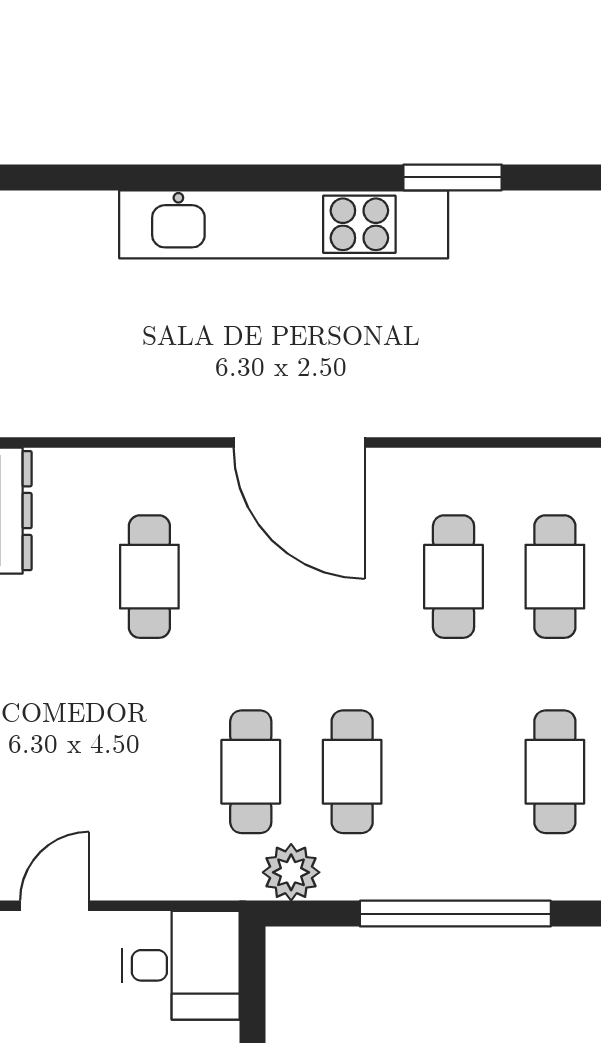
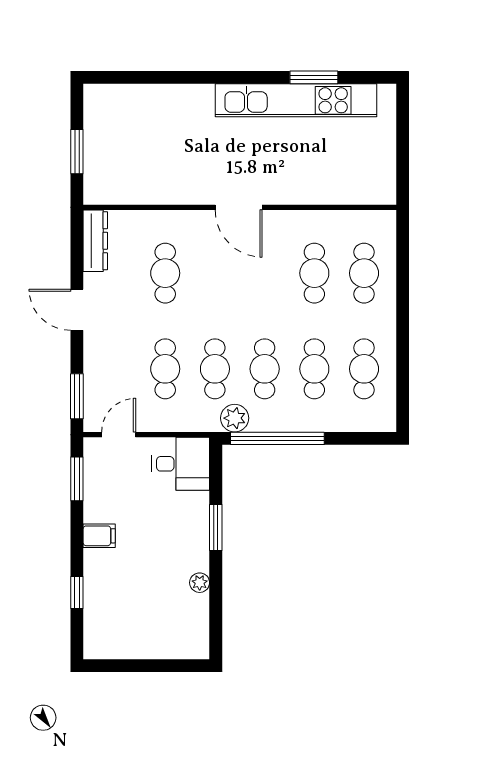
kitchen unit: (284, 224) -> (296, 100), moved
door: (299, 443) -> (239, 207), width x0.73
cafe table: (149, 772) -> (165, 369), added
cafe table: (454, 772) -> (314, 369), added
window: (455, 914) -> (277, 438), moved

